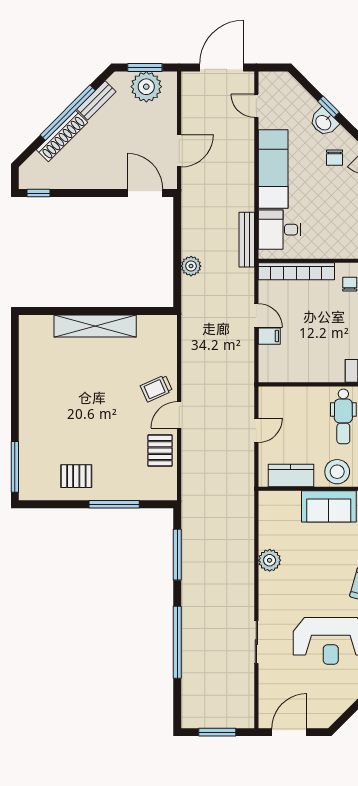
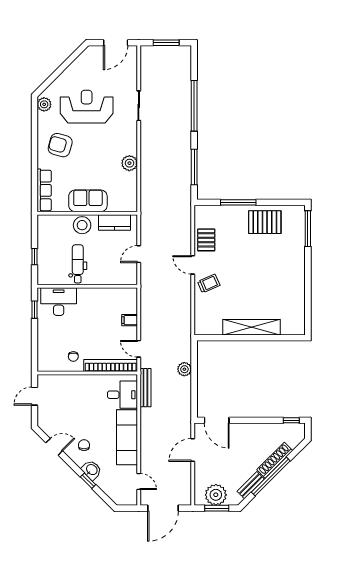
door: (256, 315) -> (139, 349), moved
door: (179, 415) -> (193, 265), swing flipped
pallet: (76, 476) -> (265, 222), width x1.50, depth x1.42

